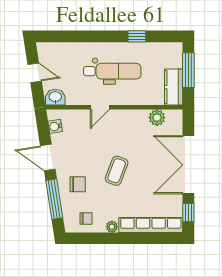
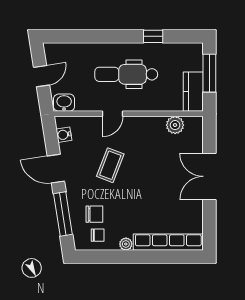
dental chair: (112, 71) -> (126, 74), turned 180
door: (35, 73) -> (41, 76), hinge flipped
double door: (188, 165) -> (209, 176), width x0.73
coffee table: (117, 171) -> (110, 165), moved
chair: (78, 184) -> (94, 214), moved
window: (188, 212) -> (209, 229), removed

